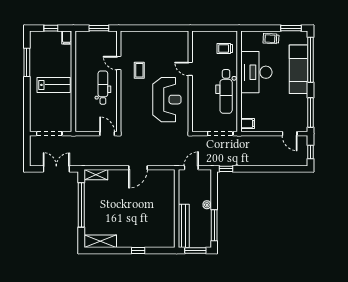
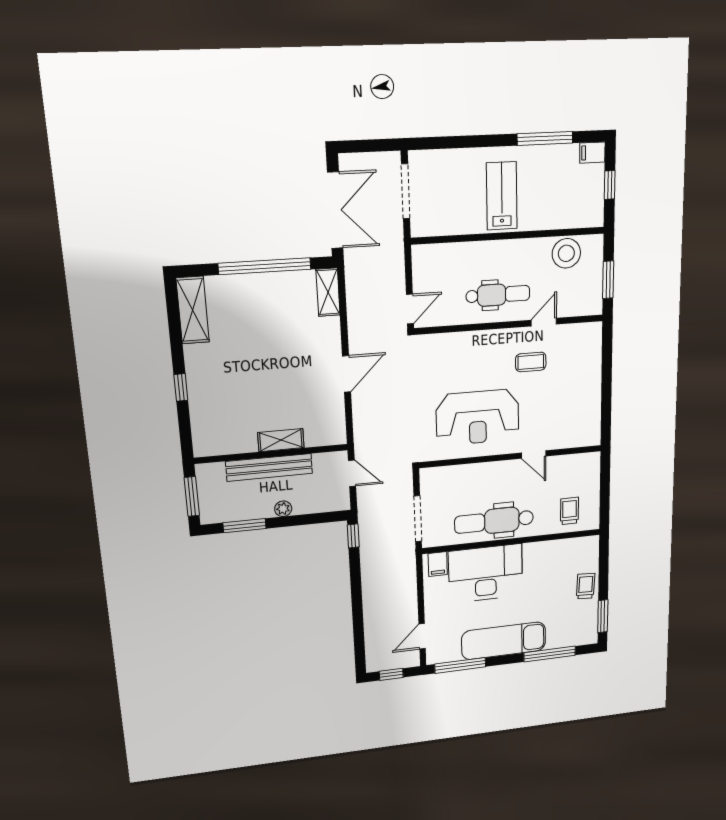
filing cabinet: (67, 38) -> (592, 153), moved
stool: (84, 51) -> (566, 253), added
window: (311, 60) -> (550, 654), width x0.68
door: (190, 69) -> (534, 454), swing flipped
exam couch: (299, 69) -> (504, 641), moved
desk: (256, 72) -> (486, 573), moved
lab bench: (54, 85) -> (502, 196), turned 180
door: (138, 168) -> (347, 374), swing flipped
double door: (56, 169) -> (335, 210), width x1.37
shelving: (170, 203) -> (281, 440), added
window: (214, 225) -> (245, 526), width x0.69
bench: (184, 226) -> (269, 467), moved

